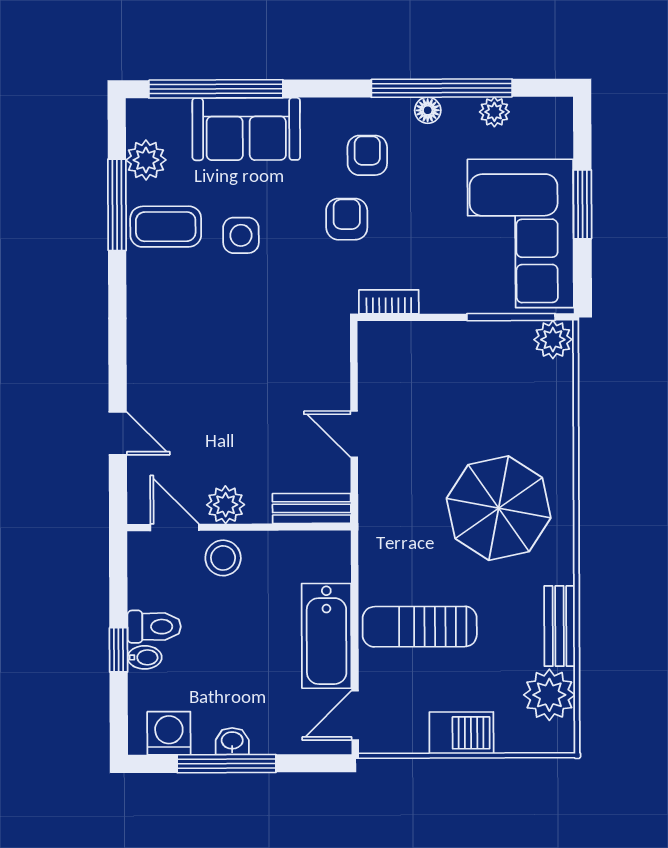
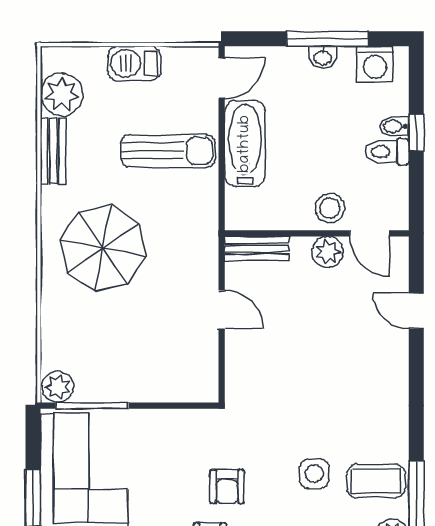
bookcase: (389, 302) -> (193, 418), removed

